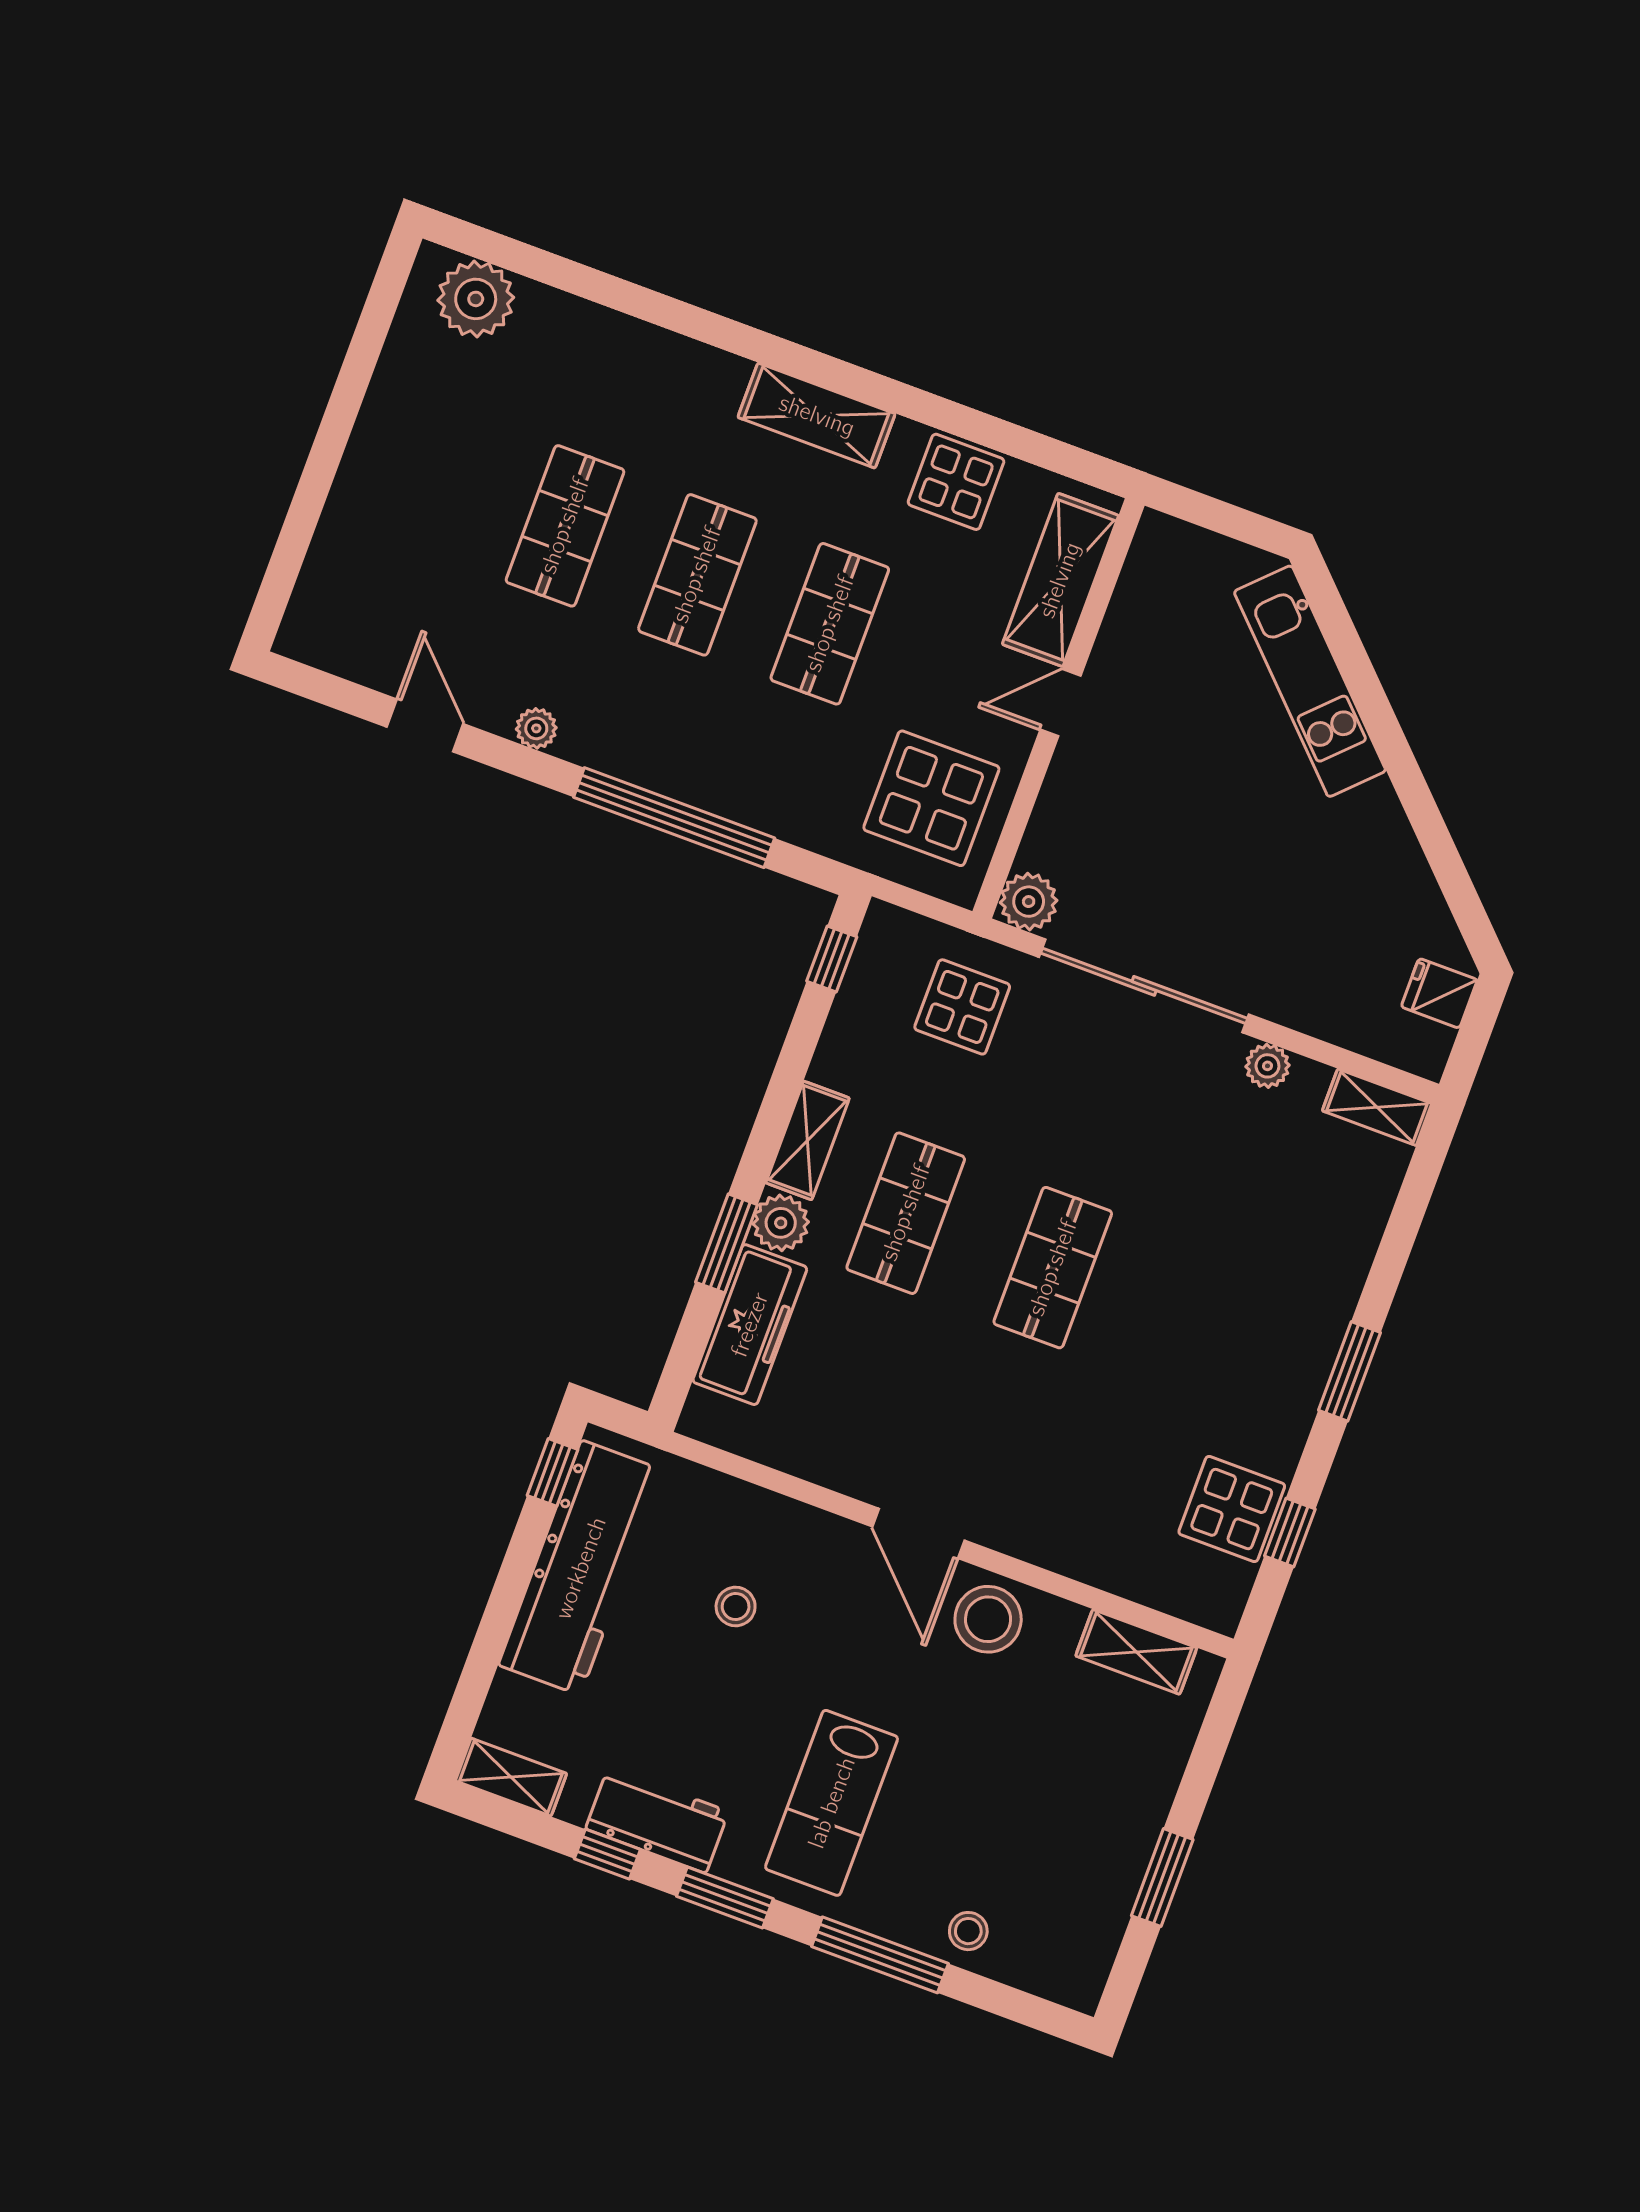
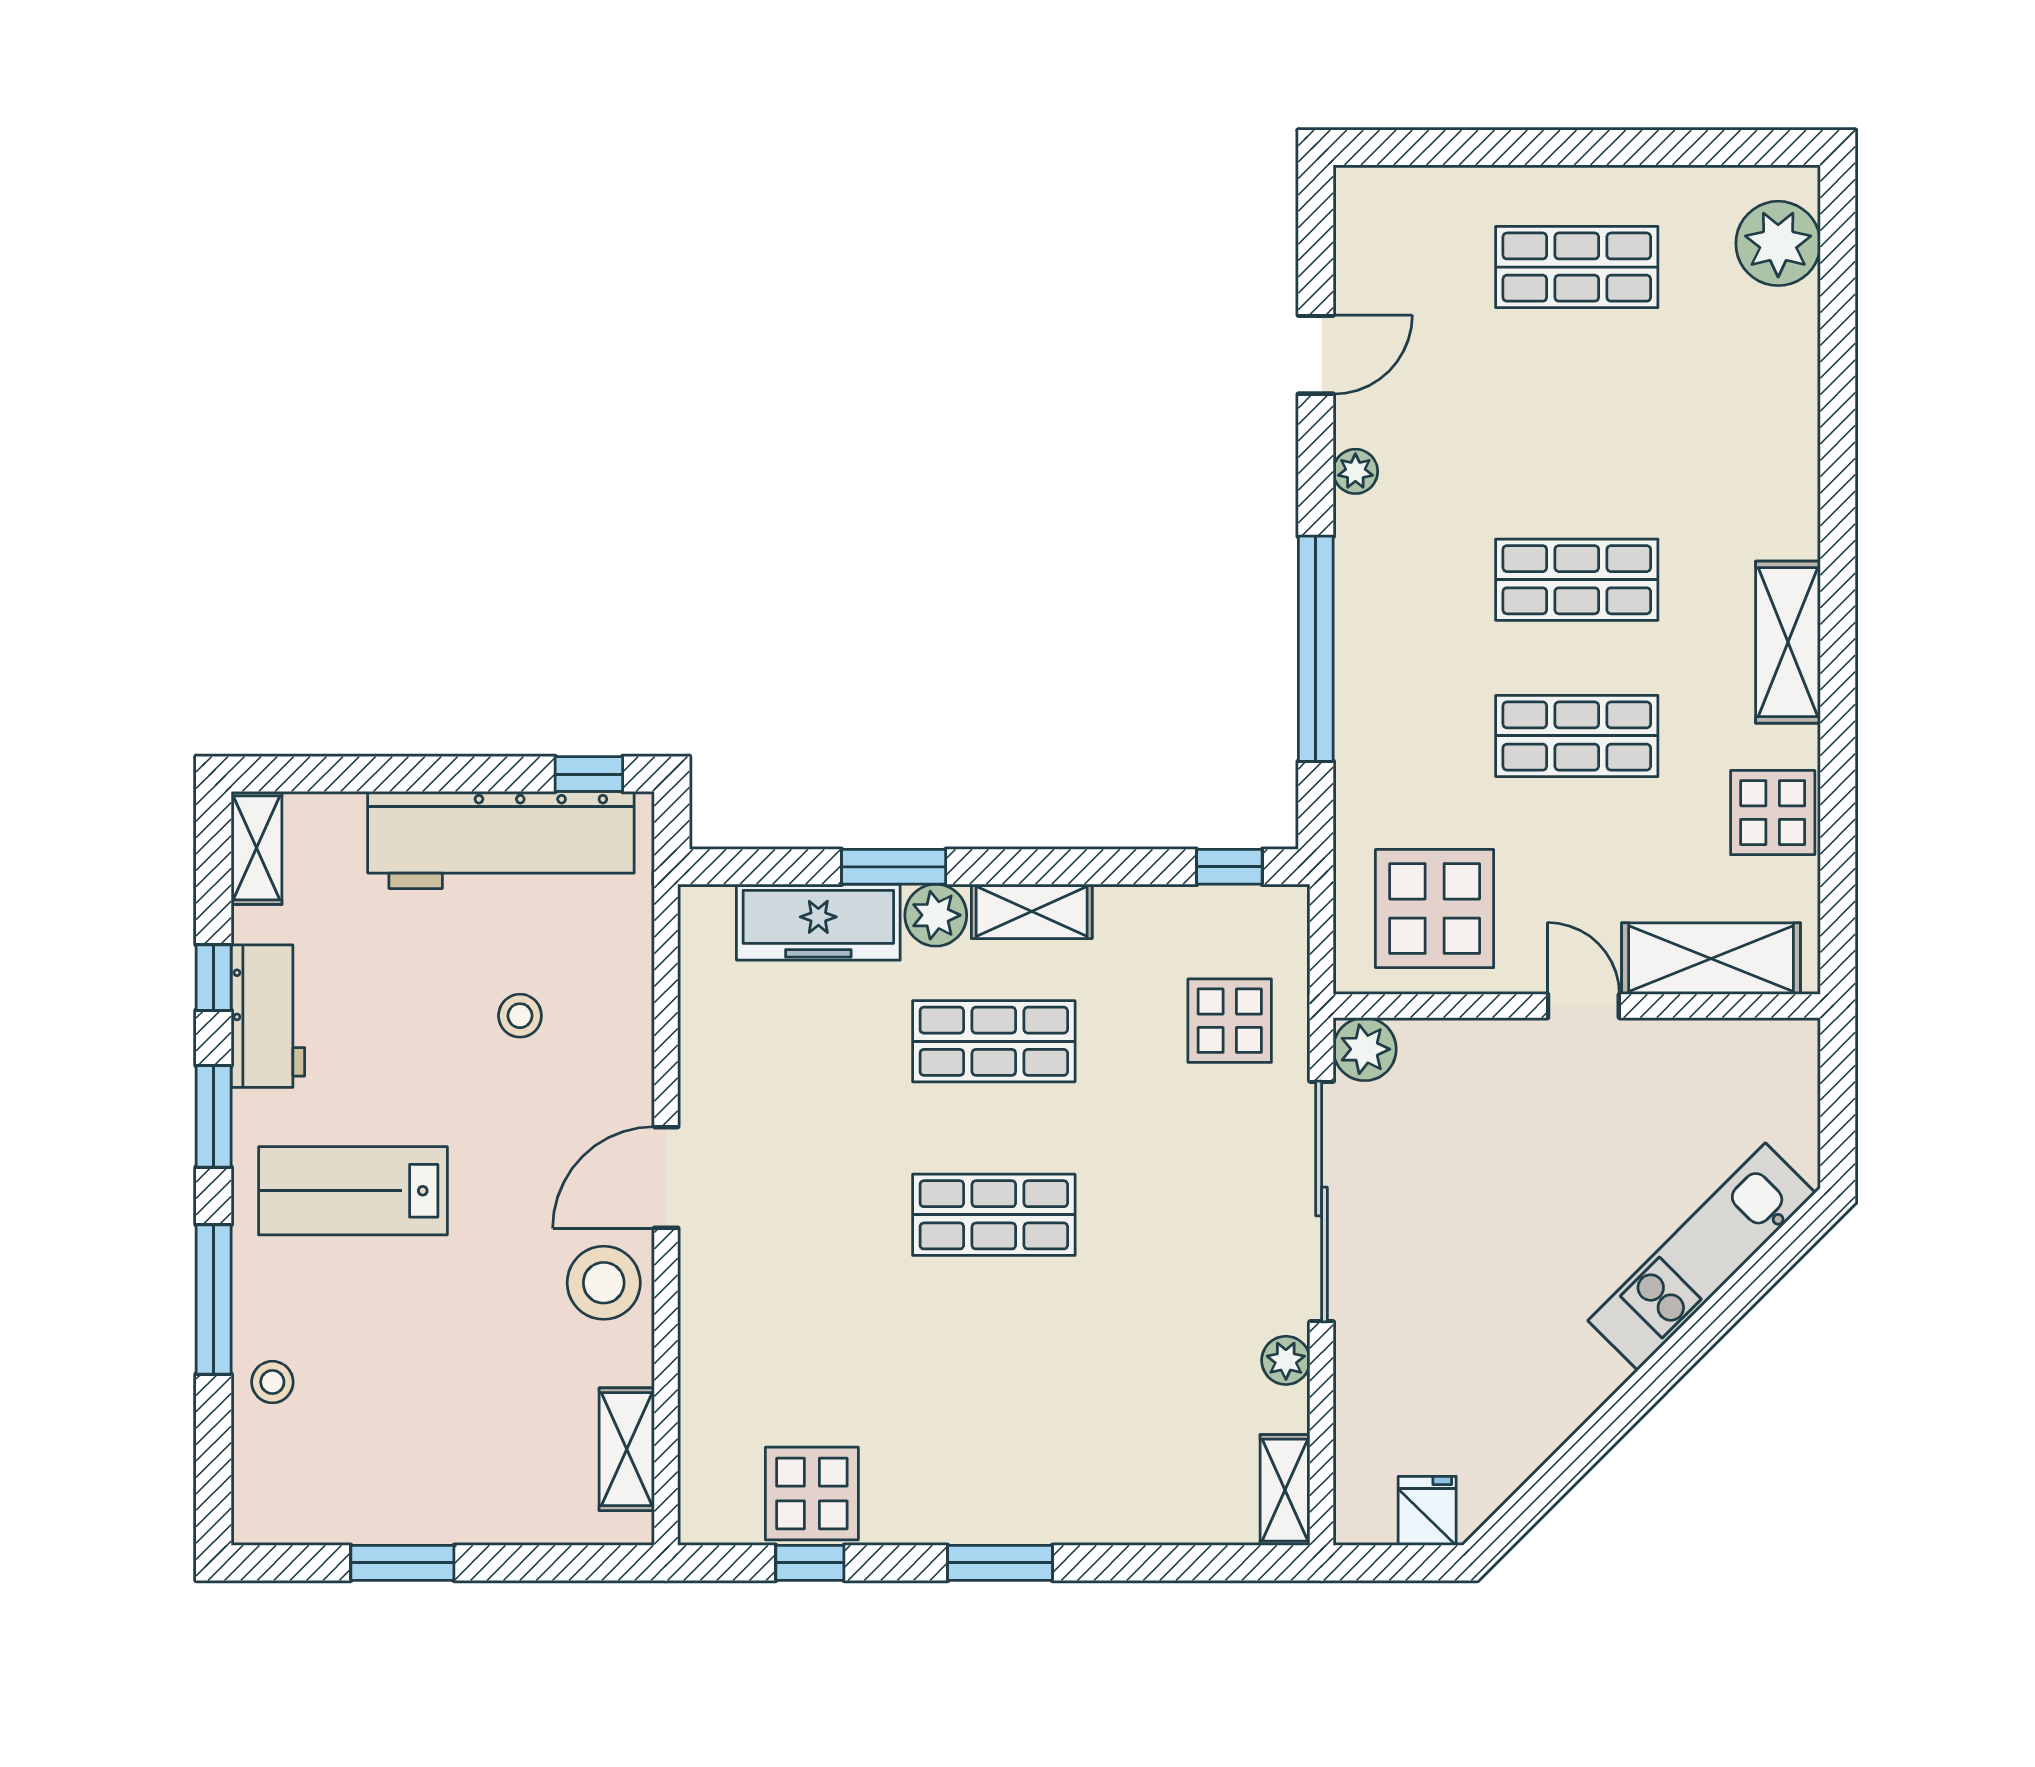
shop shelf: (565, 526) -> (1577, 267), moved

